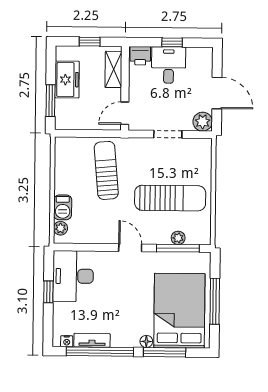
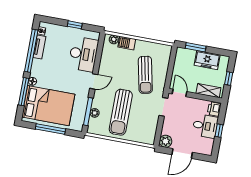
doorway: (168, 134) -> (163, 107), moved
sun lounger: (106, 170) -> (145, 75), turned 83
desk: (73, 276) -> (83, 54), moved, turned 90

